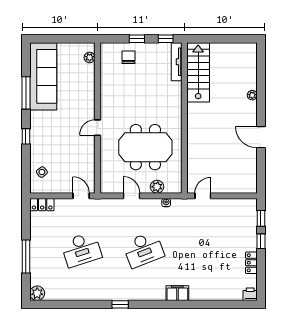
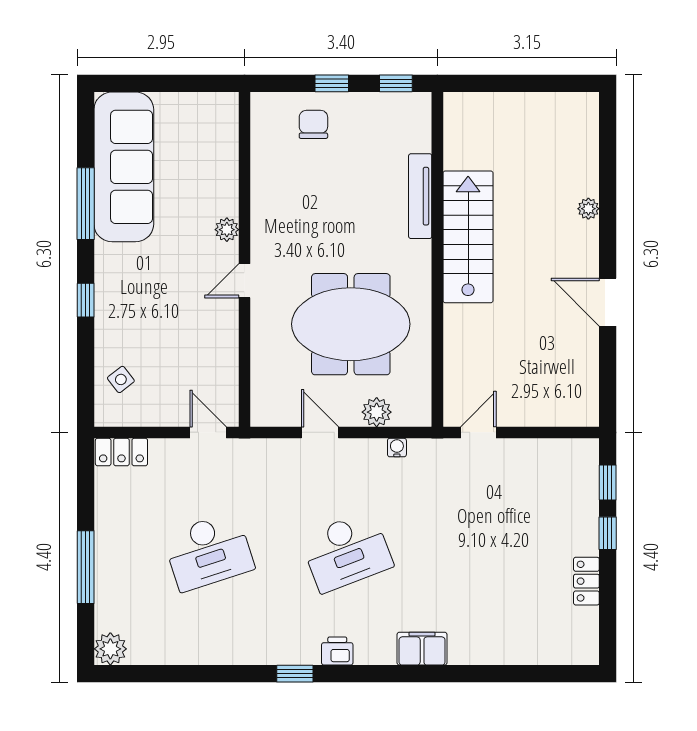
plant: (90, 57) -> (227, 230), moved
tv unit: (177, 62) -> (420, 196), moved
stairs: (198, 72) -> (468, 237), moved
printer: (250, 294) -> (337, 651), moved

